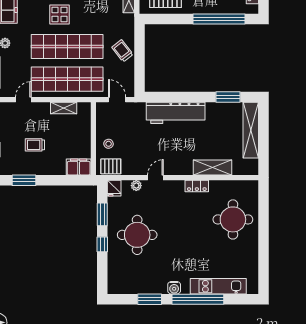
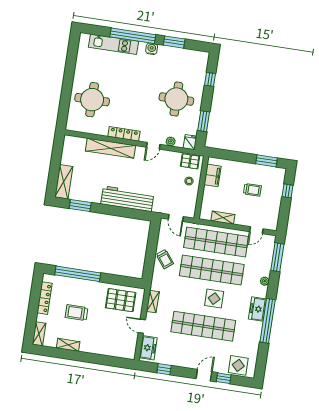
shelving: (251, 130) -> (64, 182), width x0.68
filing cabinet: (79, 167) -> (213, 175), moved, turned -90
shelving: (213, 167) -> (110, 148), width x1.47
locker: (197, 186) -> (124, 134), width x1.53
window: (102, 244) -> (210, 79), moved

